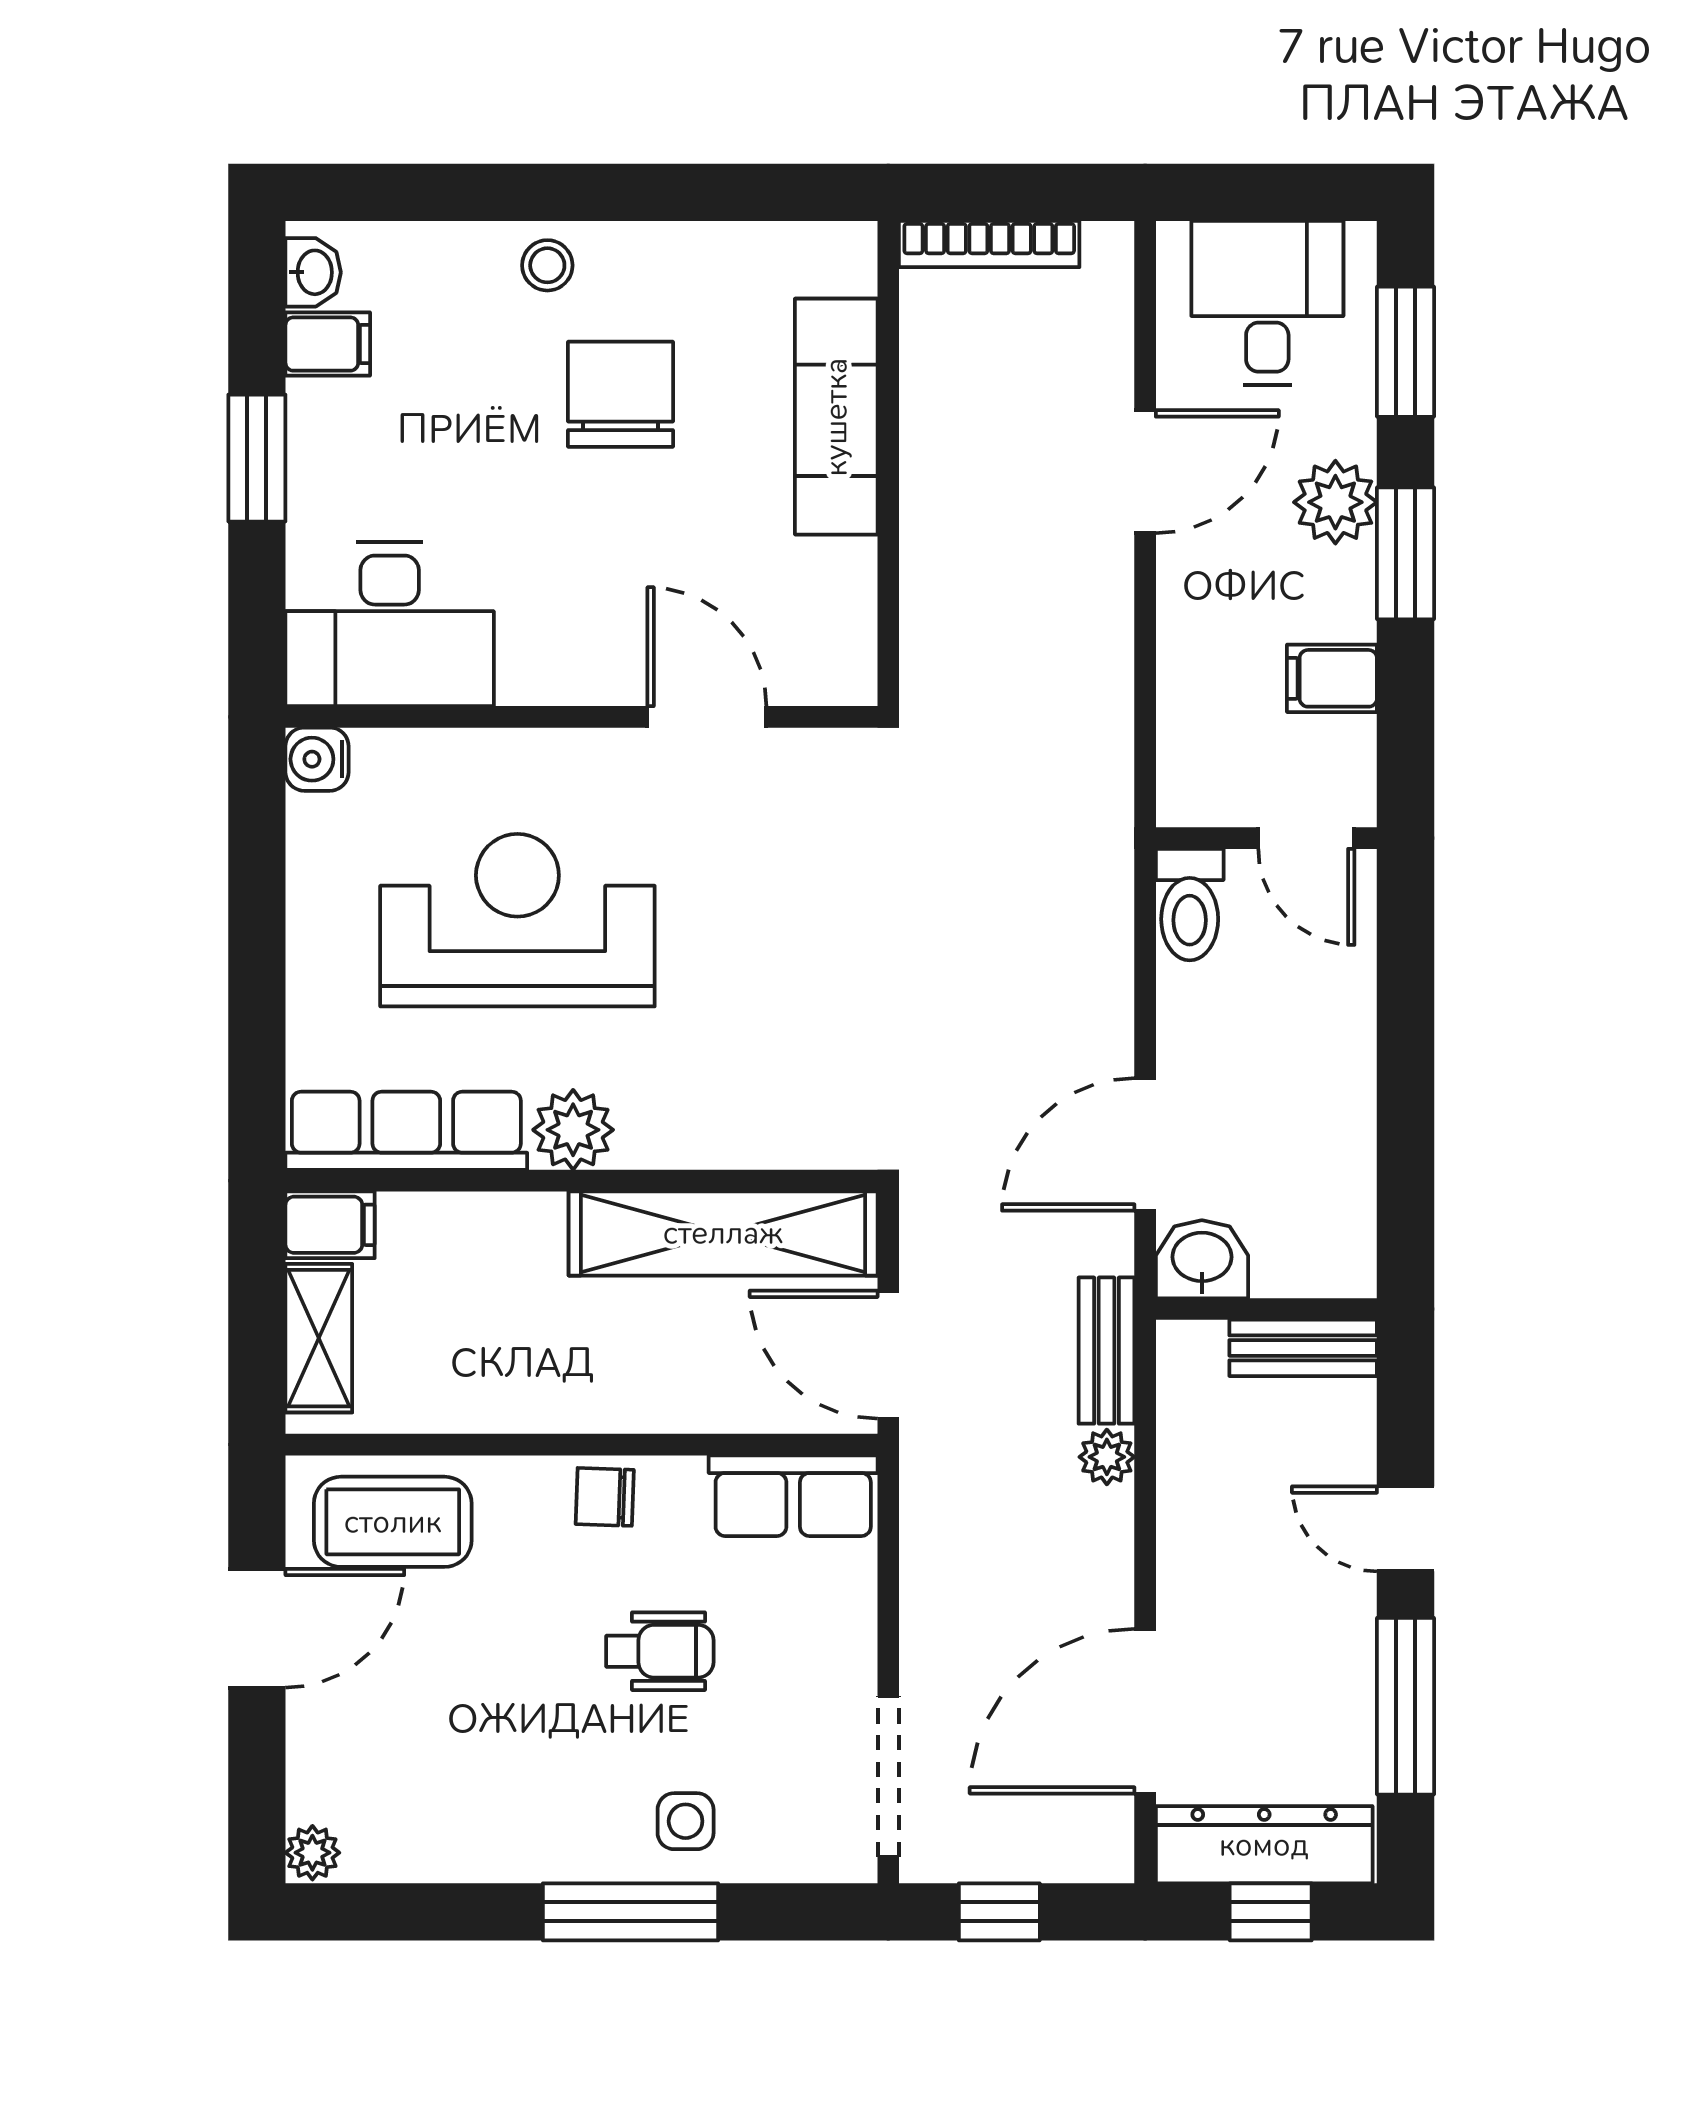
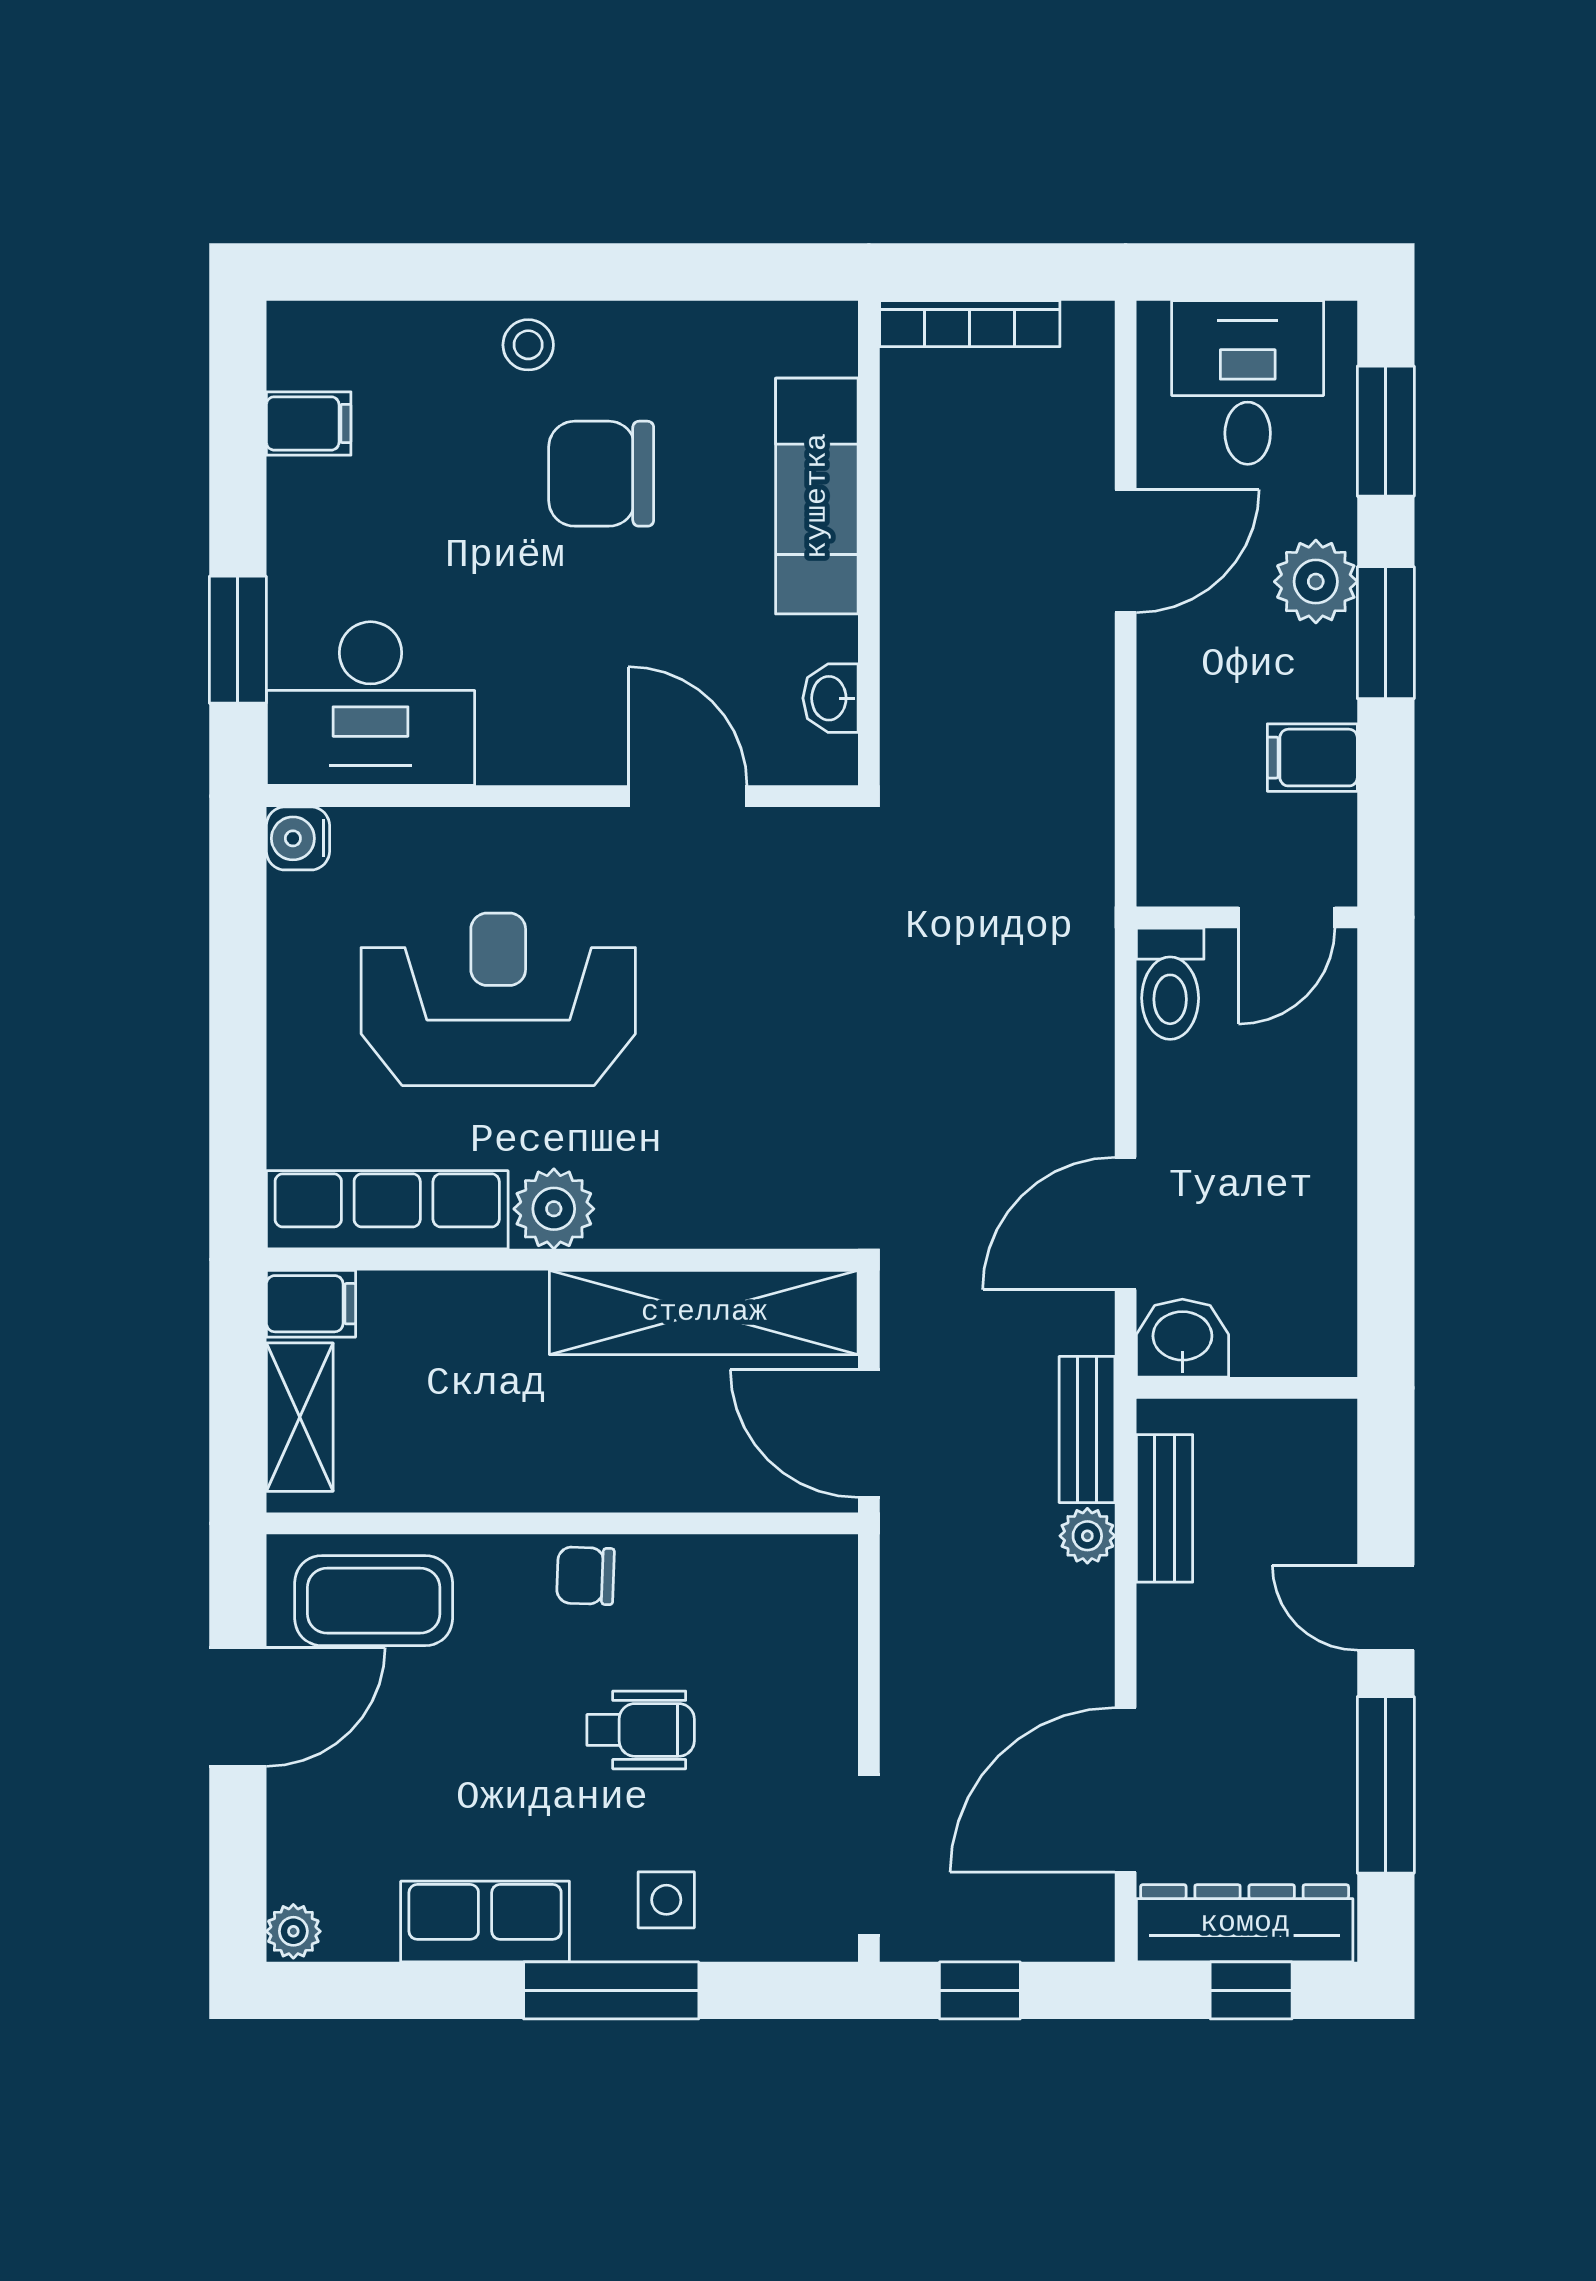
washbasin: (313, 272) -> (831, 698), moved, turned 180
chair: (620, 394) -> (601, 474), turned -90
window: (257, 458) -> (238, 640), moved
door: (1306, 838) -> (1287, 917), hinge flipped
bench: (1303, 1348) -> (1164, 1508), moved, turned 90
row of seats: (793, 1496) -> (485, 1922), moved, turned 180

